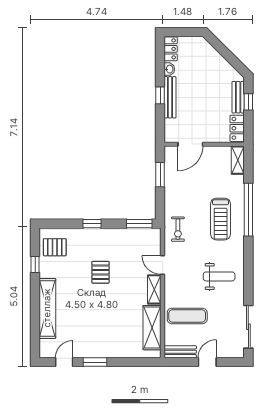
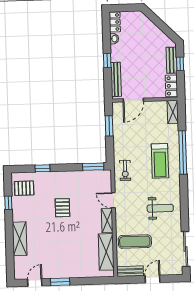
bench: (170, 97) -> (116, 79), moved
window: (92, 224) -> (43, 168), moved
shelving: (47, 308) -> (20, 239), width x0.68

